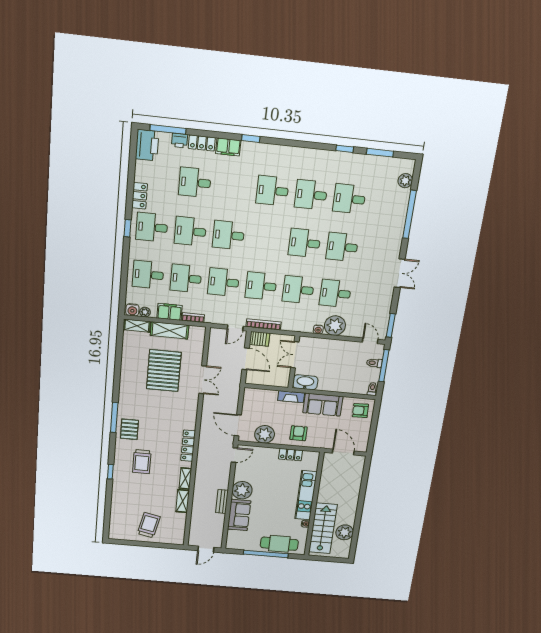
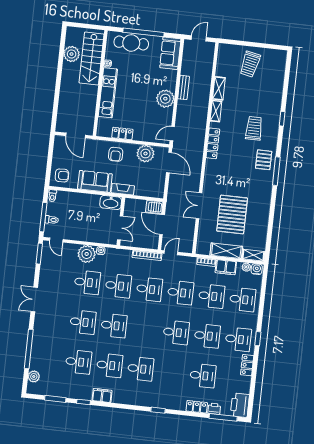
filing cabinet: (228, 147) -> (102, 395), moved
server rack: (260, 339) -> (154, 207), moved
sofa: (239, 515) -> (170, 53), moved

